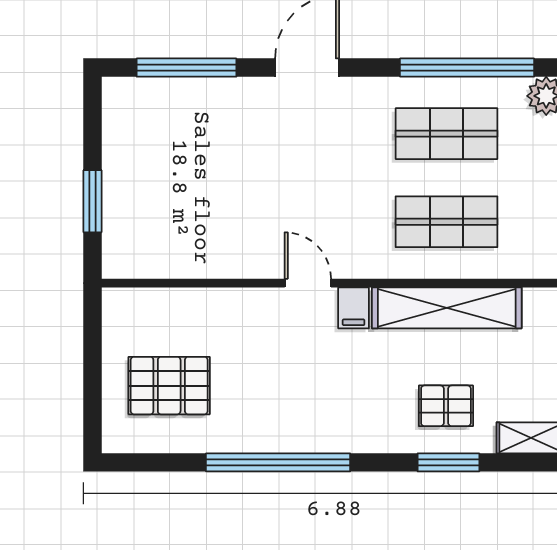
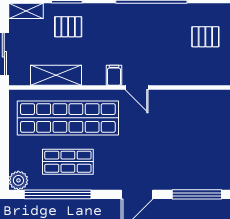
shop shelf: (446, 222) -> (68, 118), width x2.00, depth x1.36
shelving: (447, 308) -> (56, 75), width x0.68
pallet: (169, 386) -> (205, 37), width x0.67, depth x0.71

